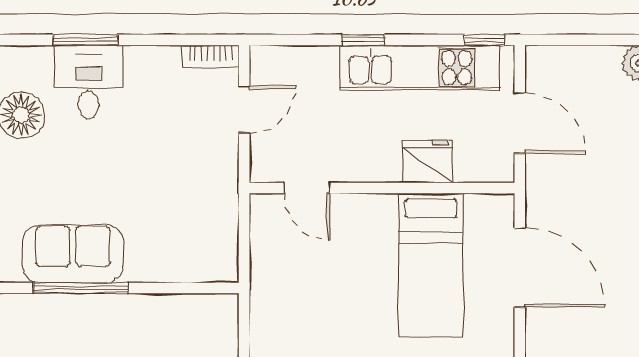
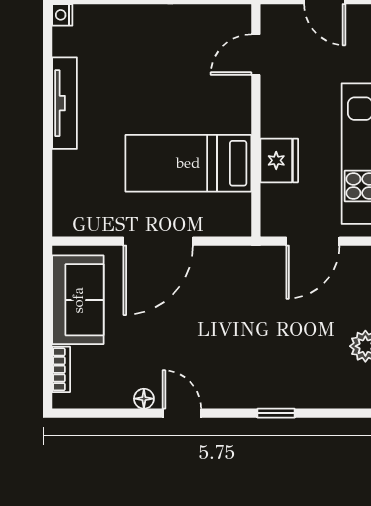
door: (520, 268) -> (158, 241), moved

